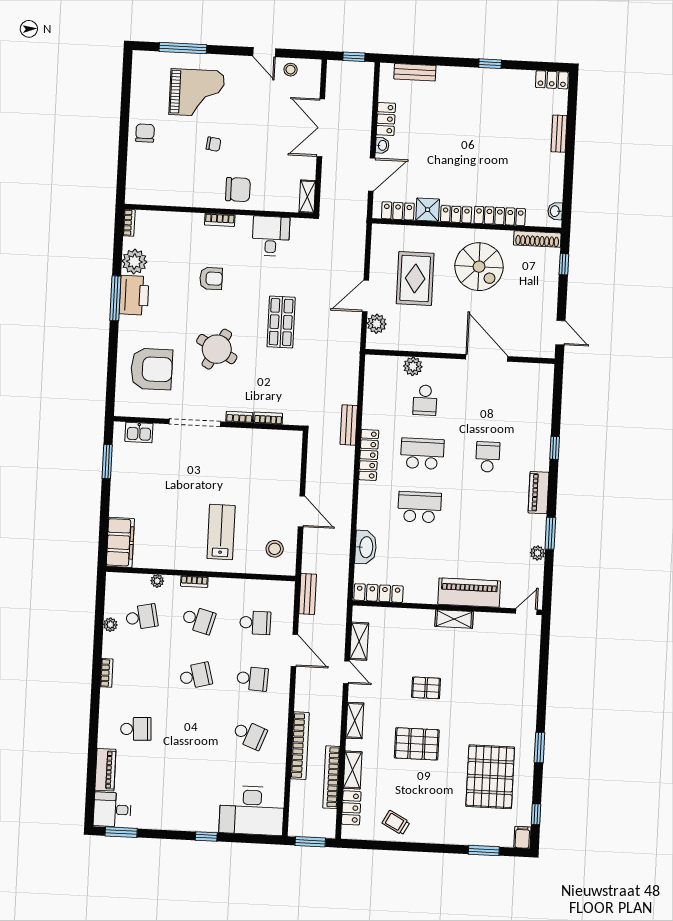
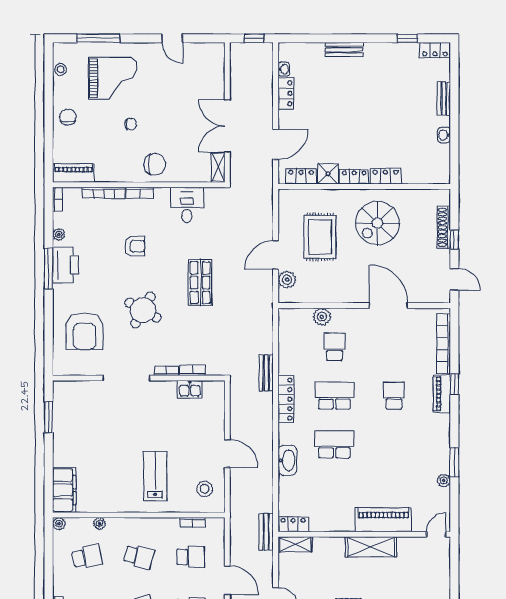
window: (490, 64) -> (407, 38), moved
stool: (291, 70) -> (61, 69), moved
bench: (415, 72) -> (344, 49), moved
double door: (321, 128) -> (227, 126), moved
washbasin: (382, 145) -> (284, 69), moved
piano: (148, 195) -> (73, 173), added
washbasin: (555, 211) -> (444, 135), moved
locker: (500, 216) -> (386, 176), width x0.66
bookcase: (180, 218) -> (104, 193), added
shoe rack: (537, 239) -> (444, 227), moved, turned 90
plant: (134, 262) -> (59, 234), width x0.53, depth x0.53
window: (564, 264) -> (454, 240), moved
spiral stairs: (479, 267) -> (377, 223), turned 90
armchair: (152, 369) -> (85, 331), turned 90
school desk: (425, 400) -> (334, 347), turned 180
bookcase: (545, 403) -> (444, 344), added
kitchen sink: (139, 432) -> (190, 389), moved
piano: (539, 493) -> (442, 394), moved
washbasin: (366, 547) -> (287, 460), moved
bookcase: (194, 582) -> (193, 522), moved
locker: (378, 593) -> (293, 524), width x0.66
bench: (308, 594) -> (266, 532), moved
shelving: (454, 619) -> (371, 547), width x1.50, depth x1.33
plant: (110, 625) -> (59, 524), moved
shelving: (359, 641) -> (295, 544), moved, turned 90

